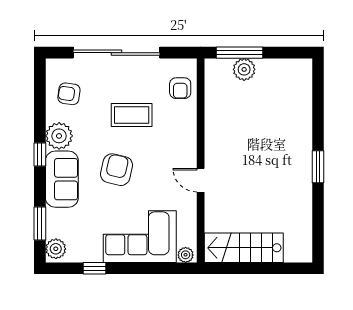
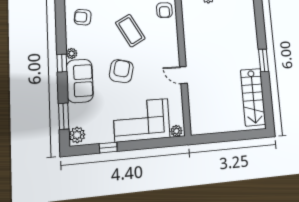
coffee table: (132, 115) -> (130, 31), turned 61
plant: (59, 136) -> (72, 53), width x0.53, depth x0.53
stairs: (244, 248) -> (253, 97), moved, turned -90

